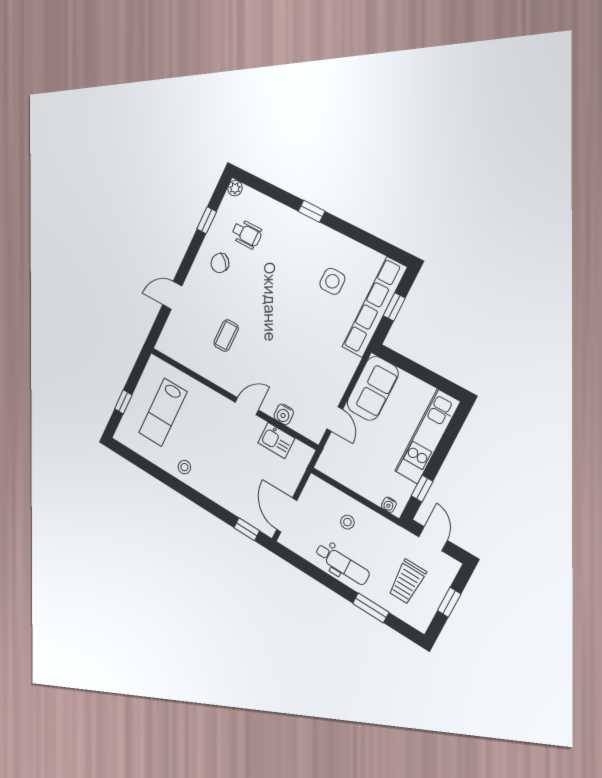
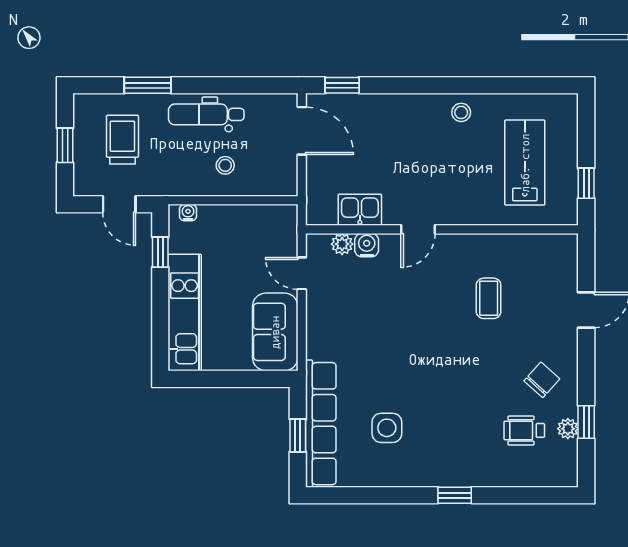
plant: (235, 188) -> (568, 429), moved
window: (123, 402) -> (586, 183), moved
plant: (299, 424) -> (342, 244), added

